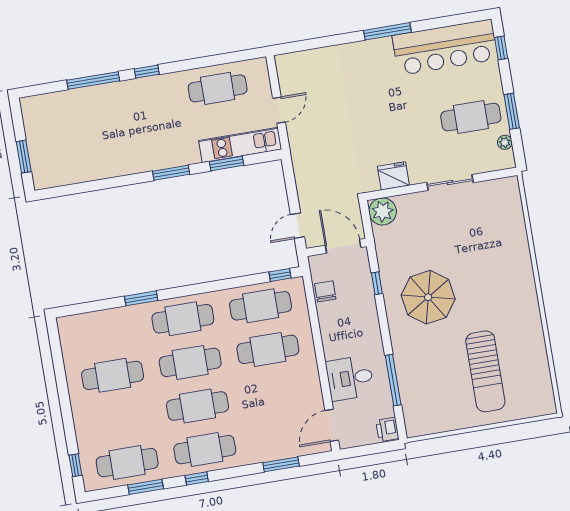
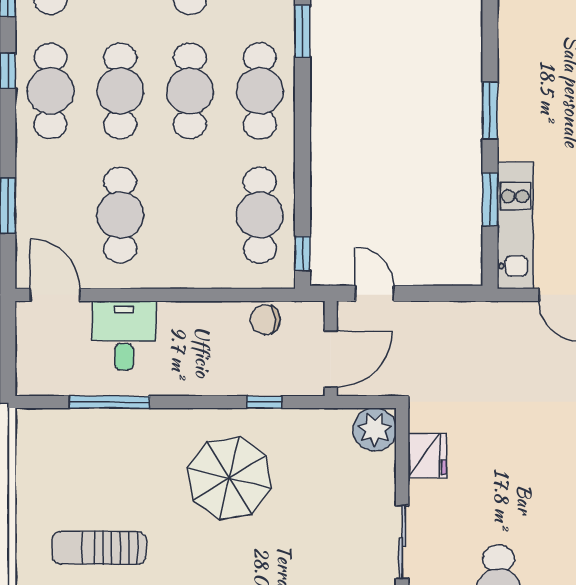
chair: (325, 291) -> (265, 320), turned 180
cafe table: (268, 349) -> (120, 215), moved
sun lounger: (485, 371) -> (99, 548), width x0.73, depth x0.75
printer: (387, 429) -> (34, 380), removed

